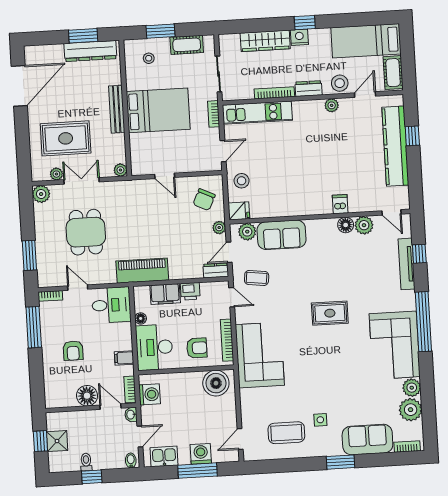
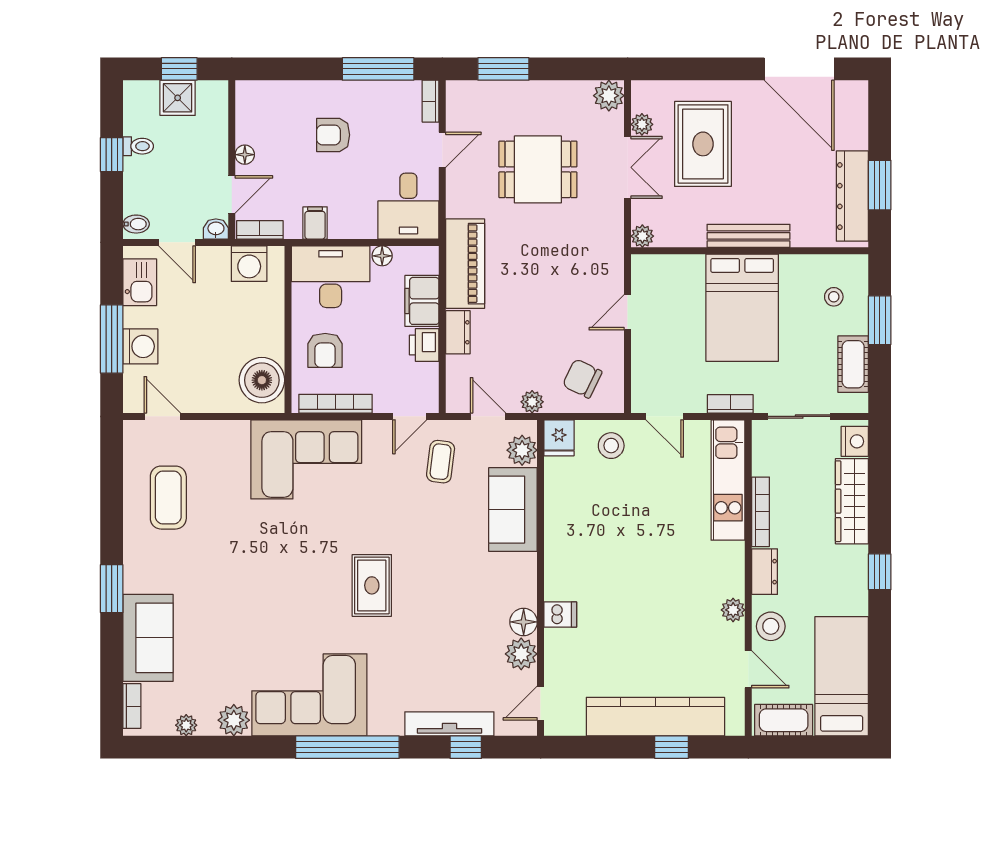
nightstand: (299, 37) -> (855, 441), moved
dresser: (216, 270) -> (458, 332), moved
floor lamp: (87, 396) -> (245, 155), width x0.53, depth x0.53
plant: (411, 410) -> (186, 725), width x0.53, depth x0.53
side table: (320, 420) -> (187, 558), removed

